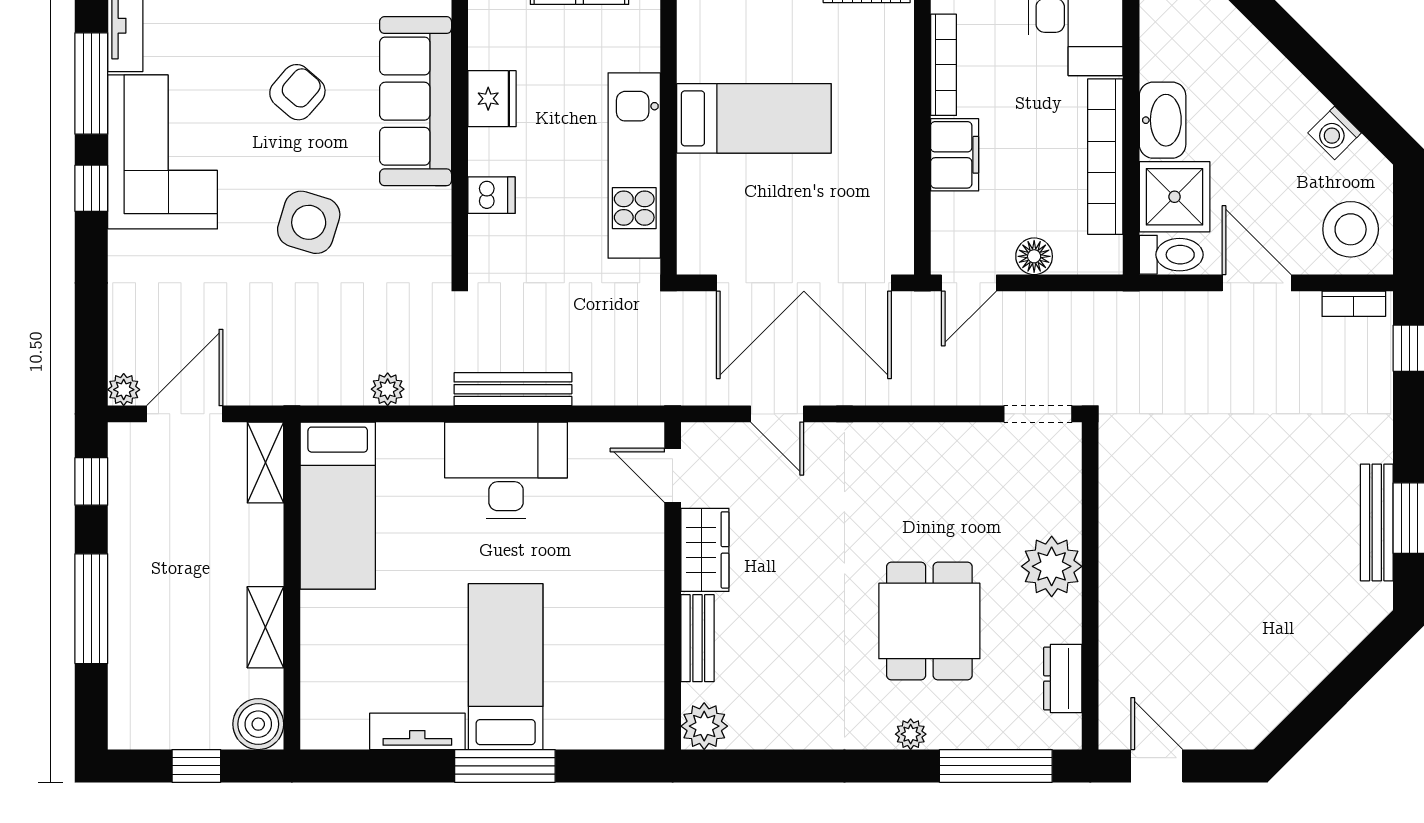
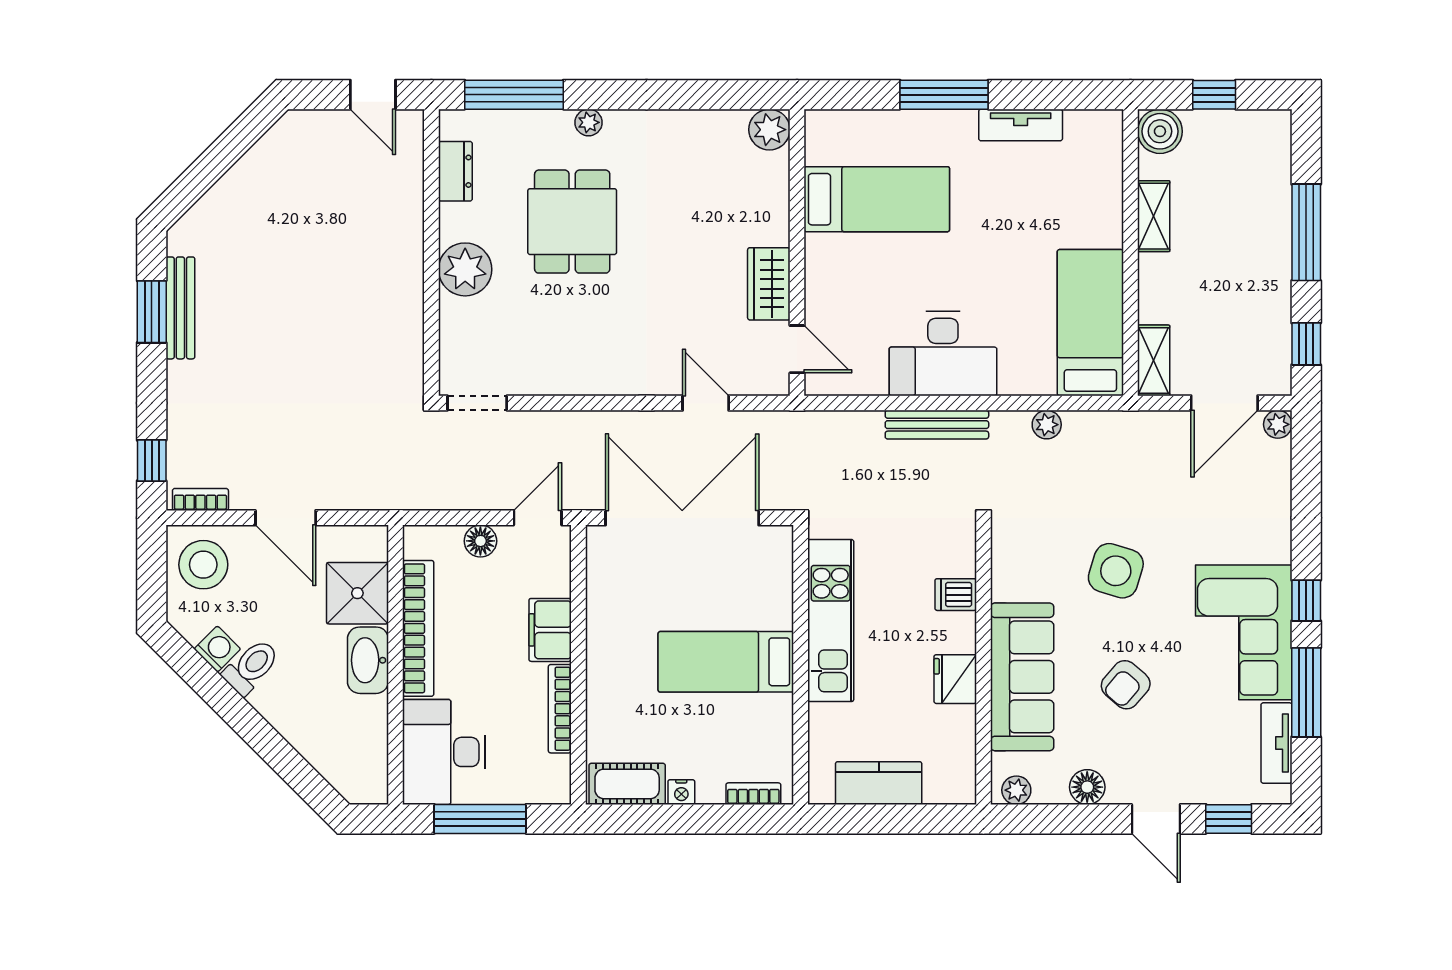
toilet: (1171, 255) -> (251, 667), moved, turned 135
bench: (697, 638) -> (775, 207), removed
bed: (506, 667) -> (877, 199), moved, turned -90

